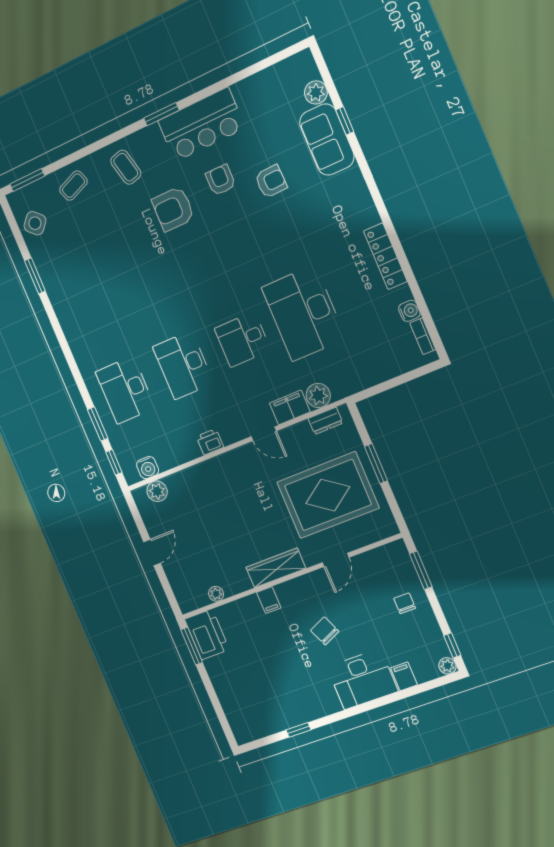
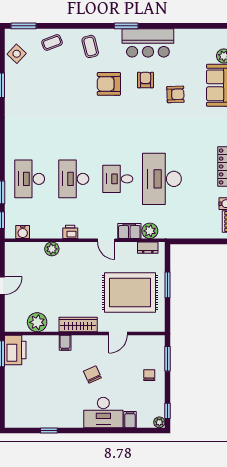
plant: (157, 491) -> (52, 249), moved
plant: (216, 594) -> (37, 322), width x1.88, depth x1.88

